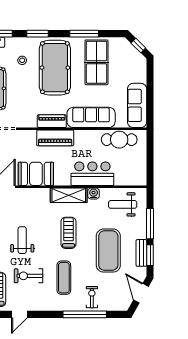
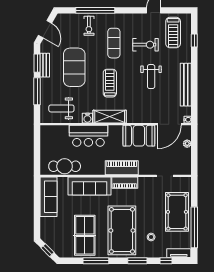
weight bench: (123, 204) -> (61, 108), turned 180
treadmill: (68, 233) -> (110, 83), turned 180

